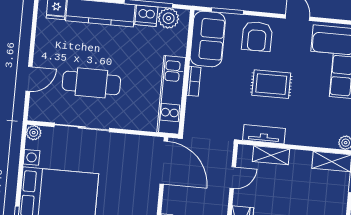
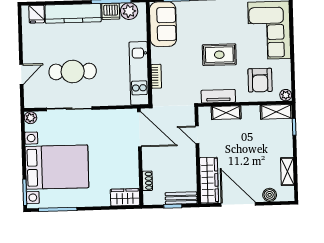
armchair: (257, 36) -> (260, 80), moved
bookcase: (194, 81) -> (156, 76), moved
door: (233, 178) -> (197, 135), swing flipped

